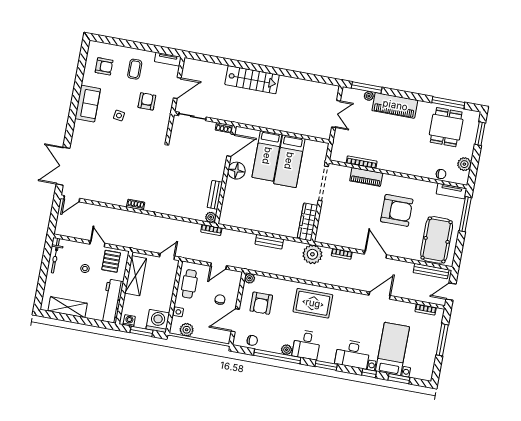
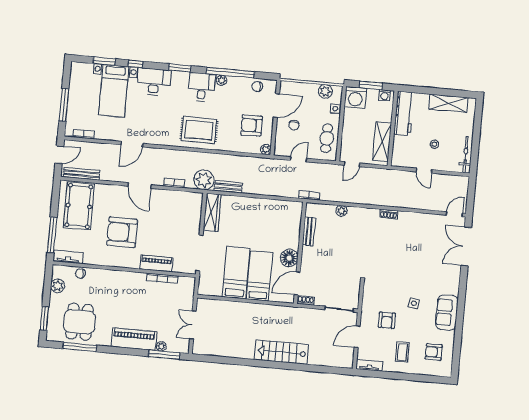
double door: (63, 166) -> (466, 246), swing flipped
plant: (211, 217) -> (342, 211), moved
bench: (269, 242) -> (228, 187), moved
pallet: (111, 261) -> (408, 154), removed
armchair: (261, 303) -> (252, 125), turned -90

